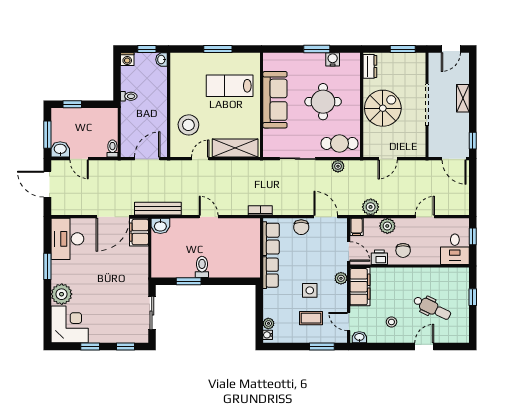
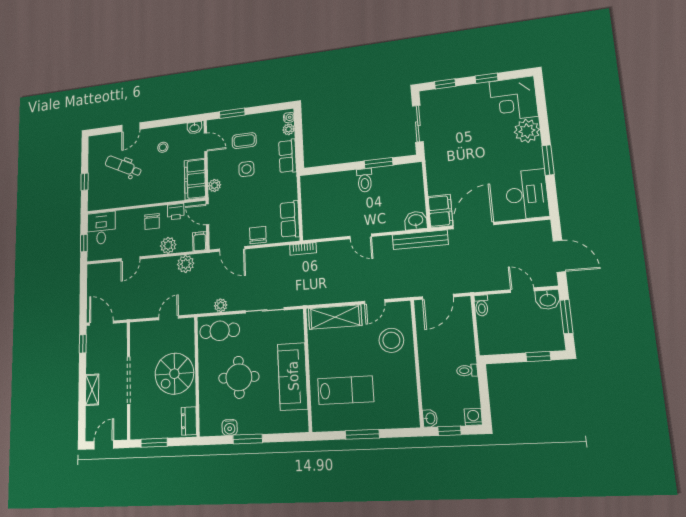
chair: (403, 250) -> (152, 221), turned 180
row of seats: (271, 273) -> (288, 156), moved

